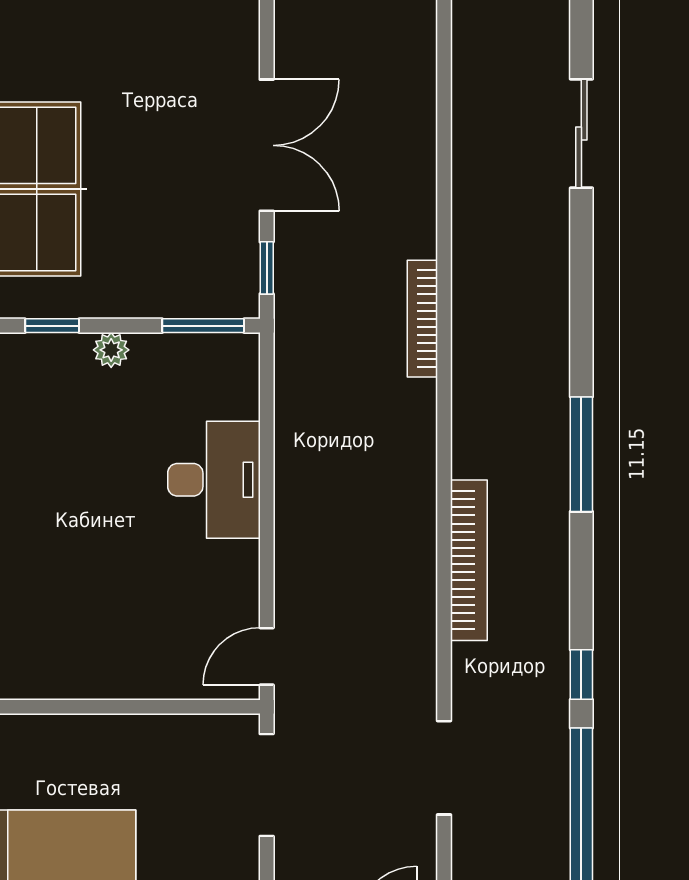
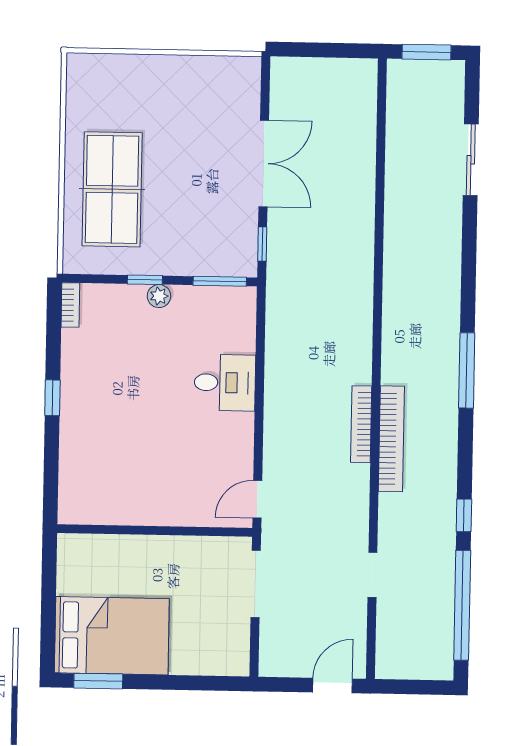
bookcase: (422, 319) -> (361, 424), moved
window: (52, 326) -> (145, 280), moved
desk: (214, 480) -> (225, 383), width x0.73
doorway: (444, 768) -> (372, 575), width x0.73

